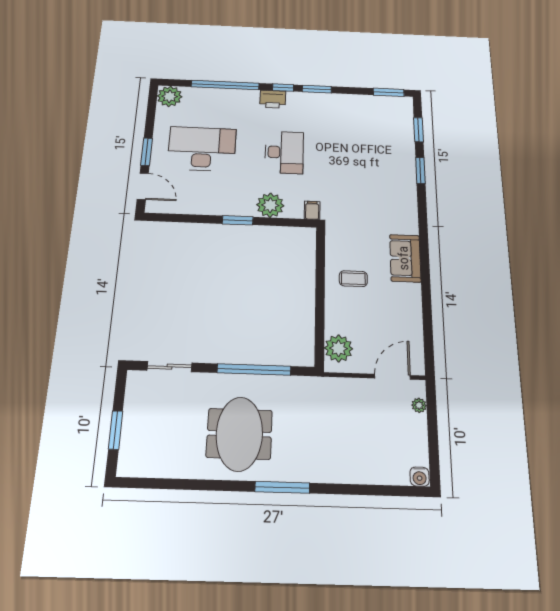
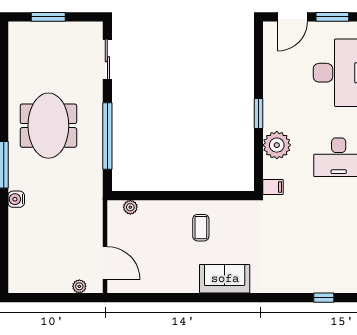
window: (420, 171) -> (324, 298), width x0.67
plant: (339, 348) -> (130, 207), width x0.53, depth x0.53
meeting table: (239, 434) -> (48, 126), turned 90
water cooler: (420, 477) -> (16, 199), moved

